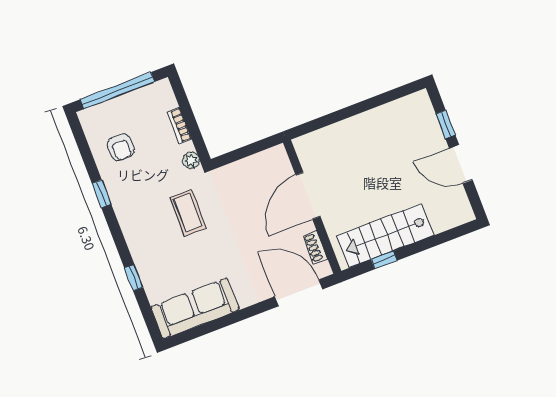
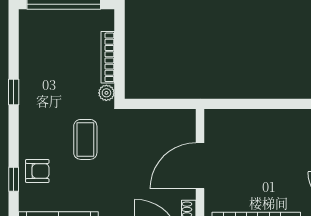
bookcase: (179, 126) -> (108, 57), width x1.56
armchair: (121, 147) -> (37, 171), moved, turned -90

